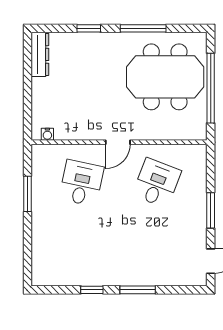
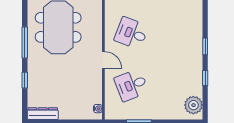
desk: (81, 183) -> (131, 85), turned -33
plant: (52, 273) -> (193, 105), added
window: (138, 290) -> (205, 46), width x0.67

